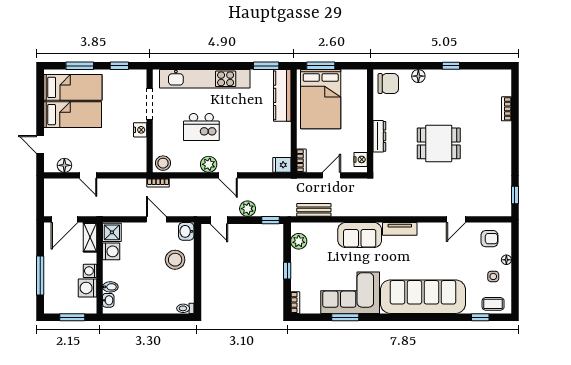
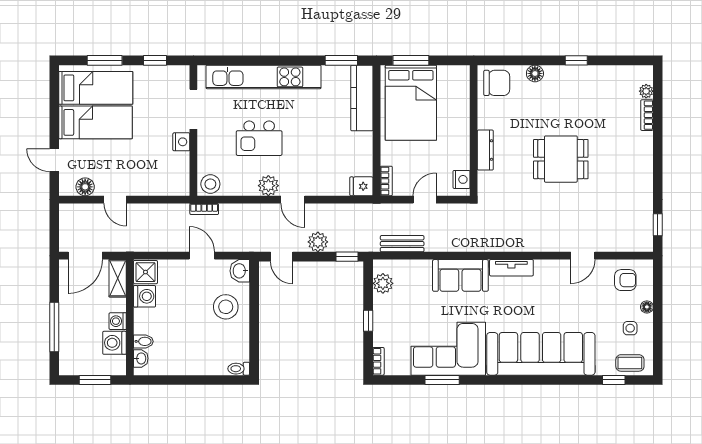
plant: (506, 90) -> (646, 91), added

